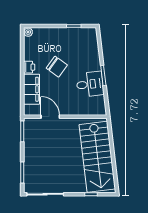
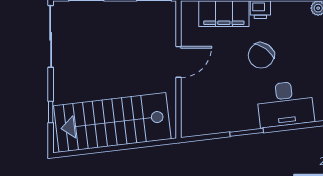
desk: (90, 84) -> (285, 104), moved, width x1.37
door: (50, 117) -> (179, 62), moved

